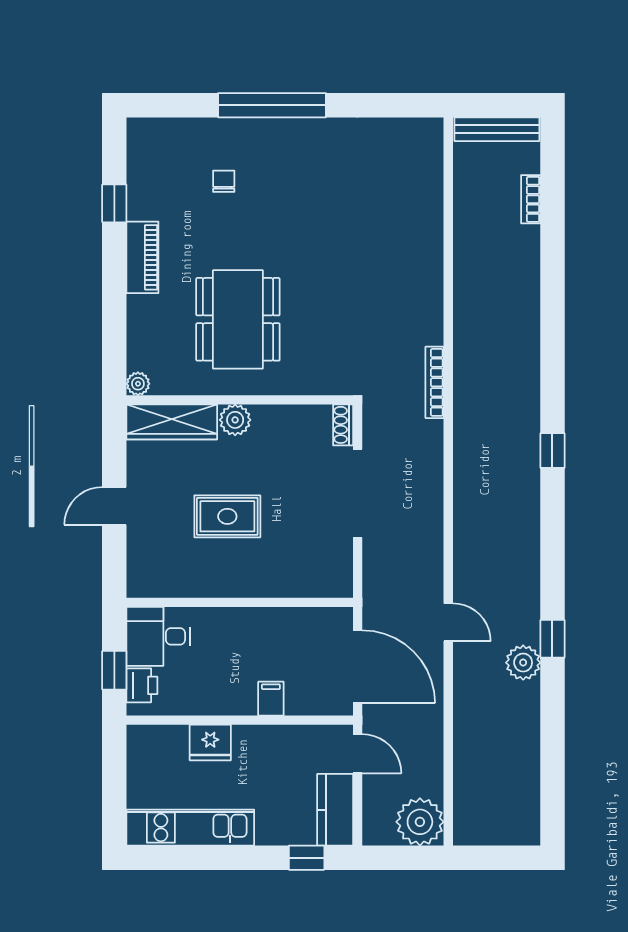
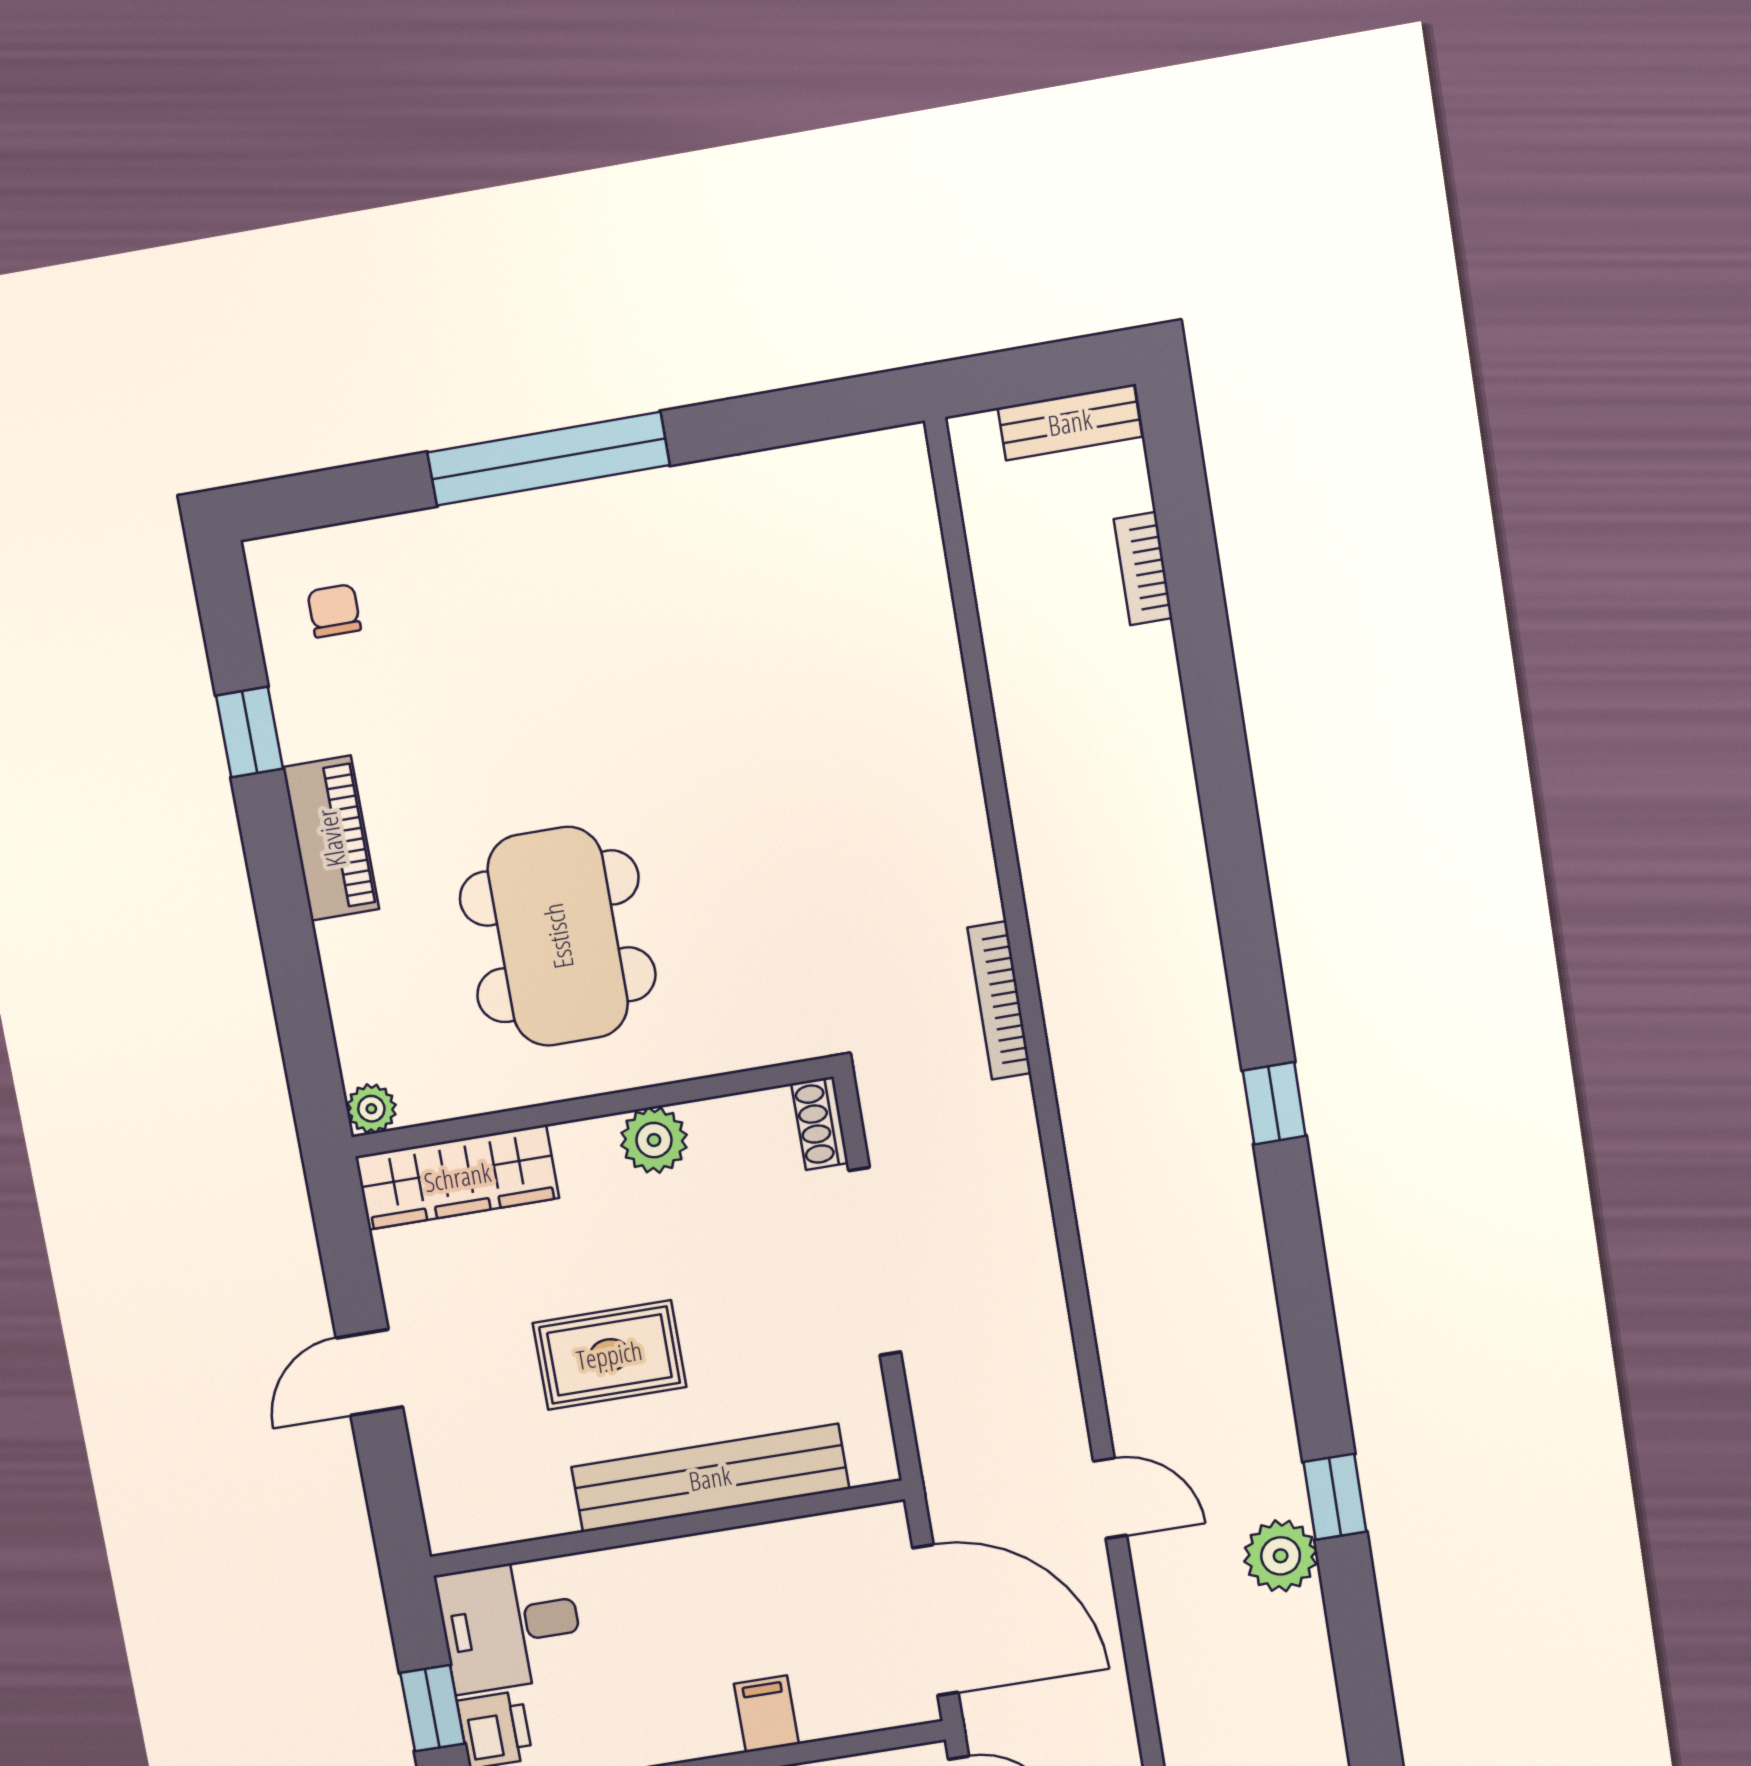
bench: (497, 129) -> (1070, 422), width x0.73
chair: (224, 181) -> (334, 611), moved
plant: (235, 420) -> (654, 1140), moved
bench: (264, 582) -> (710, 1478), added

